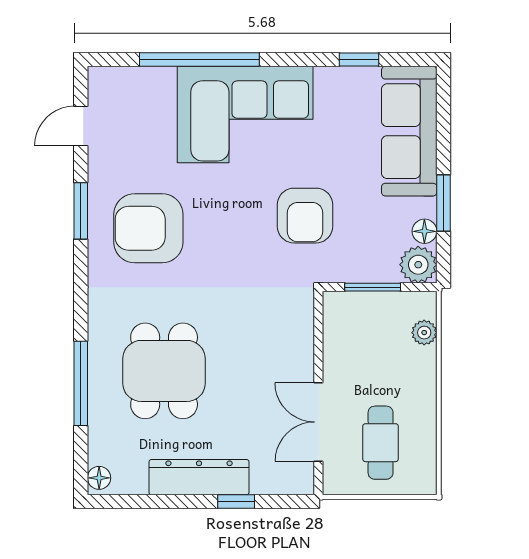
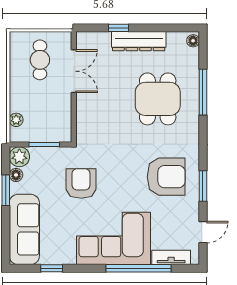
tv unit: (139, 80) -> (171, 257), added

